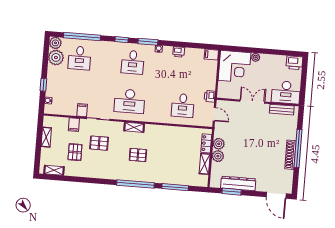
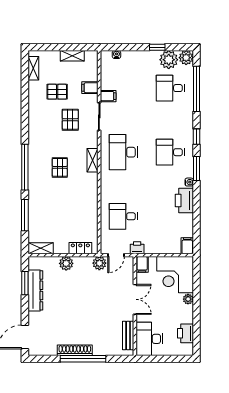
printer: (179, 52) -> (184, 201), width x1.87, depth x1.48
printer: (294, 63) -> (185, 333), moved
window: (43, 85) -> (157, 47), moved
filing cabinet: (224, 93) -> (142, 264), added
plant: (219, 144) -> (99, 263), moved
shelving: (205, 164) -> (41, 248), moved

